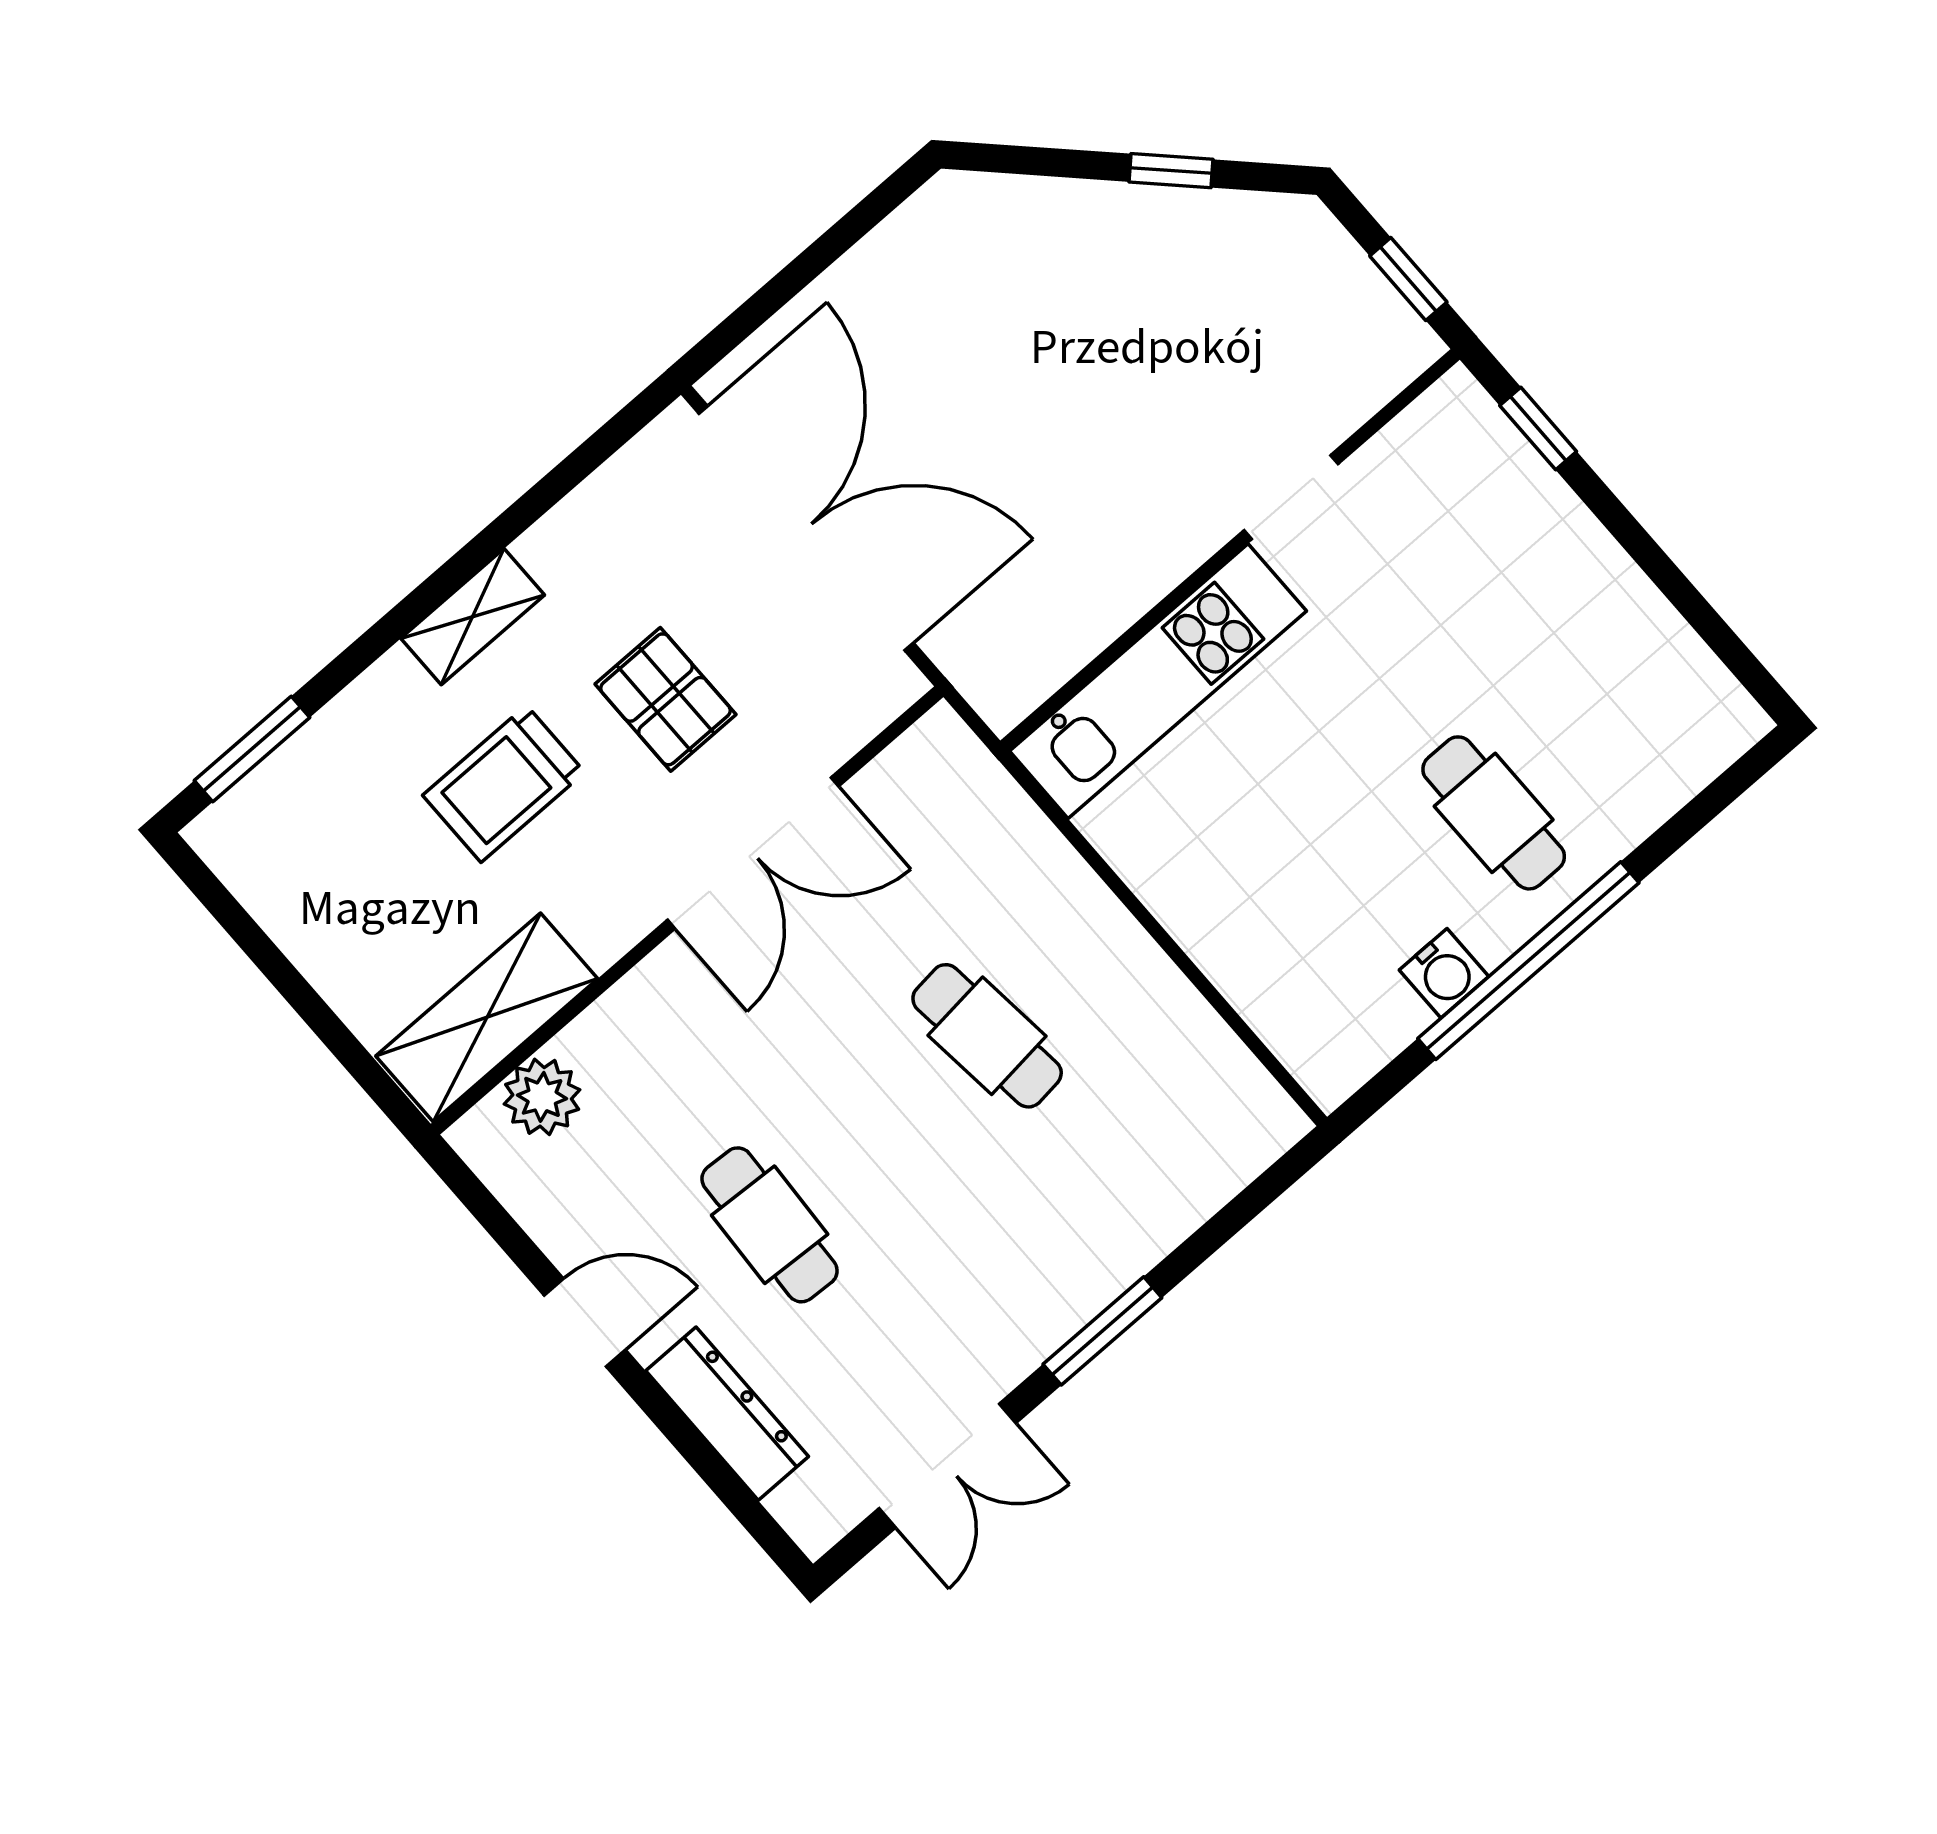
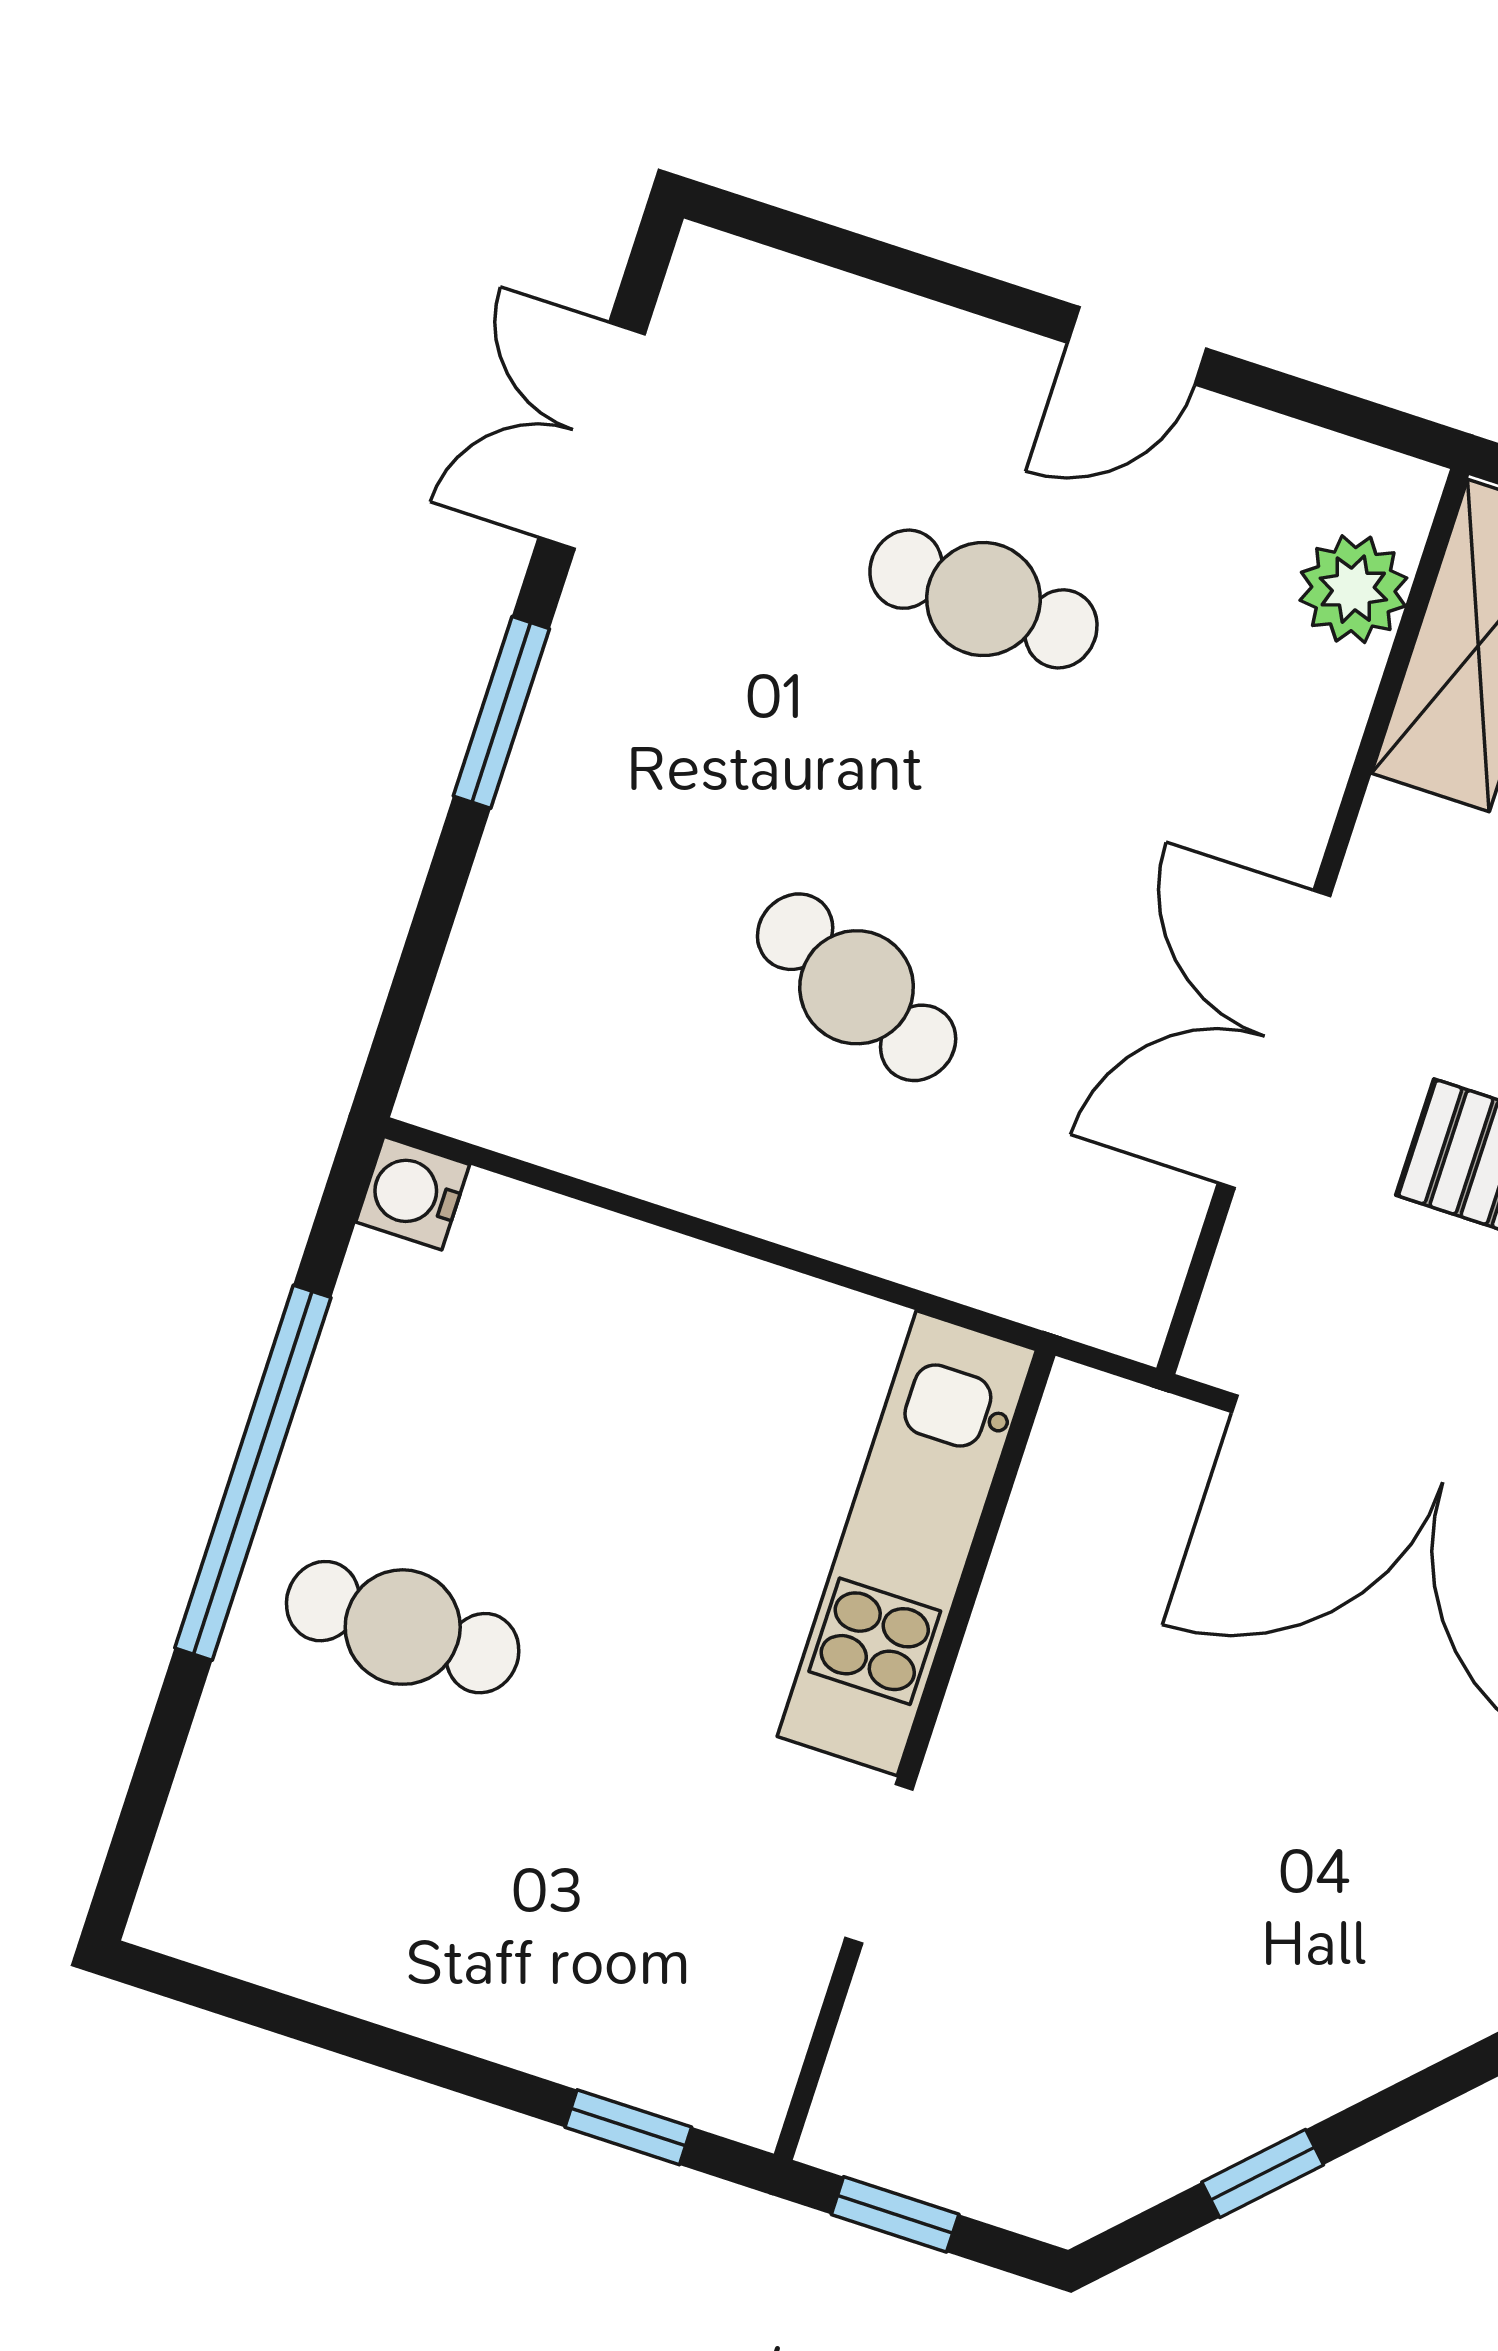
water cooler: (1444, 973) -> (413, 1193), moved
cafe table: (987, 1036) -> (857, 987), turned 30
dresser: (727, 1414) -> (898, 338), removed

